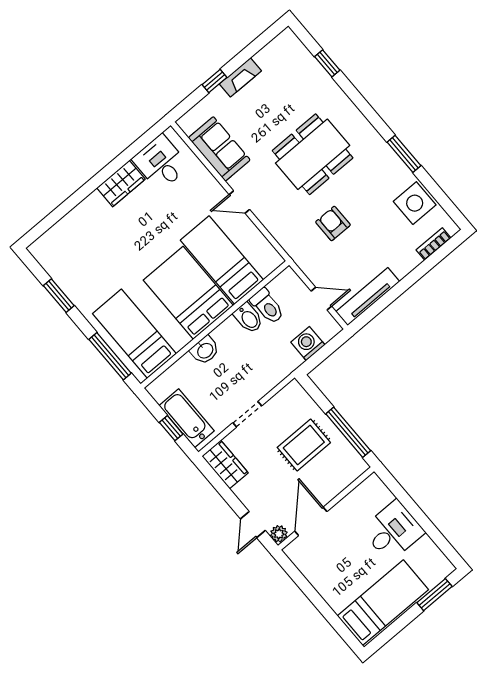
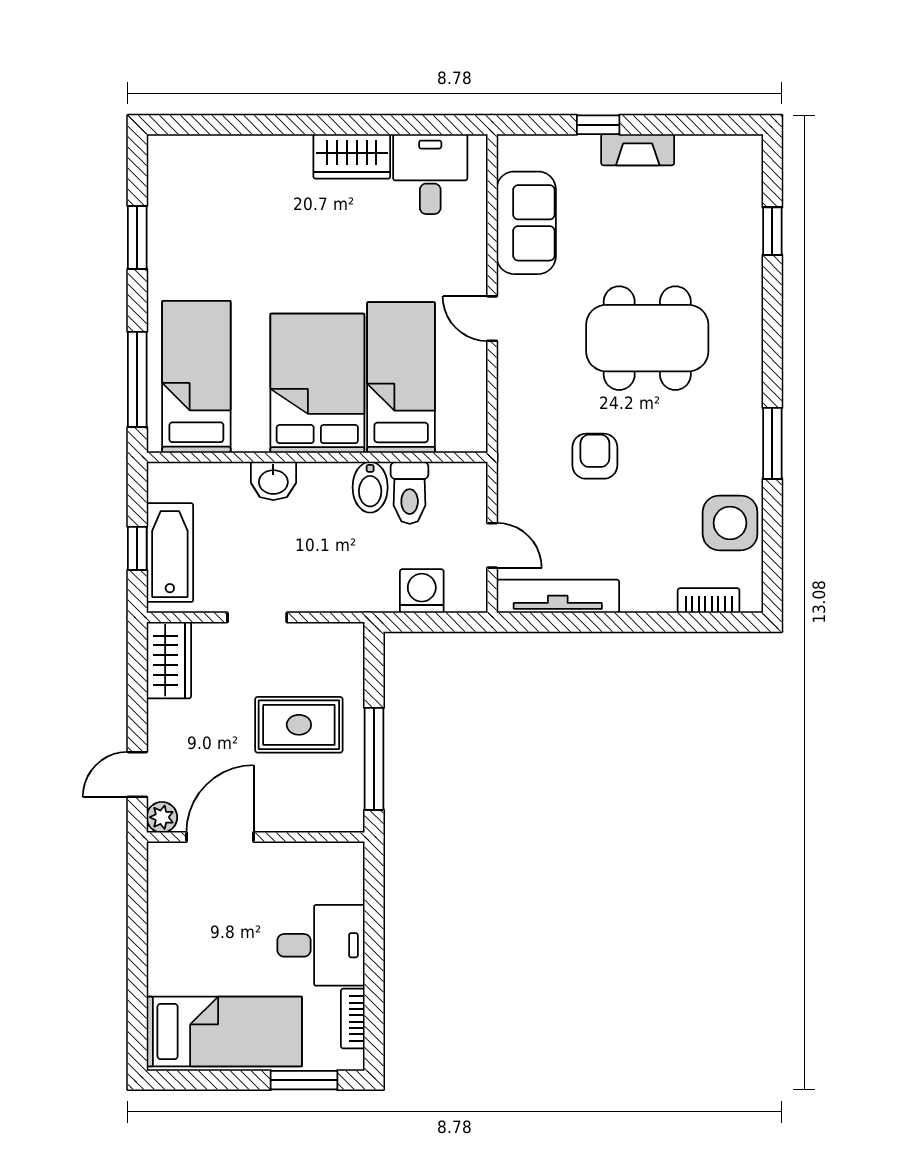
bookcase: (433, 551) -> (353, 1019), added

